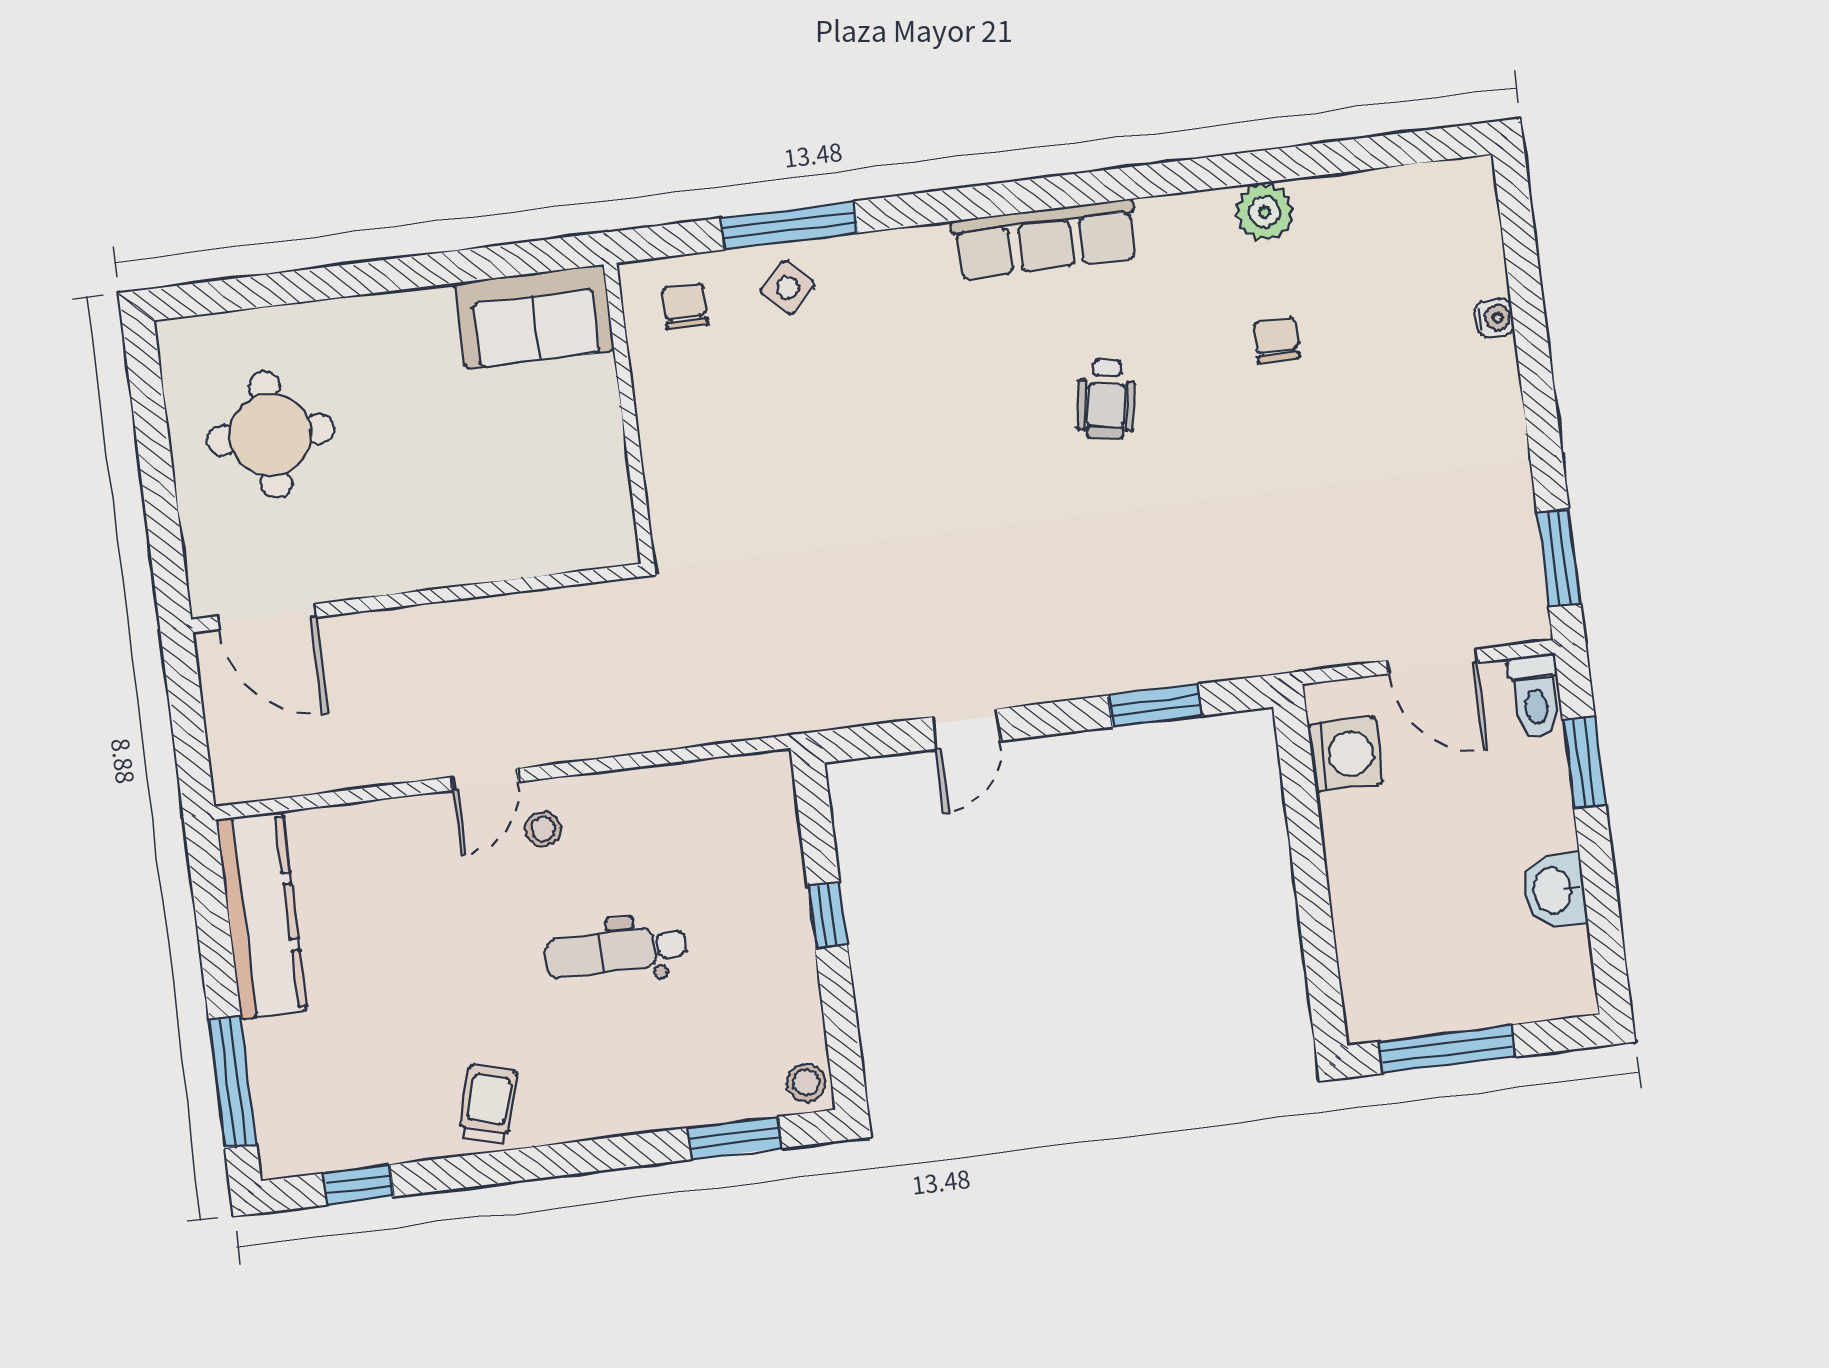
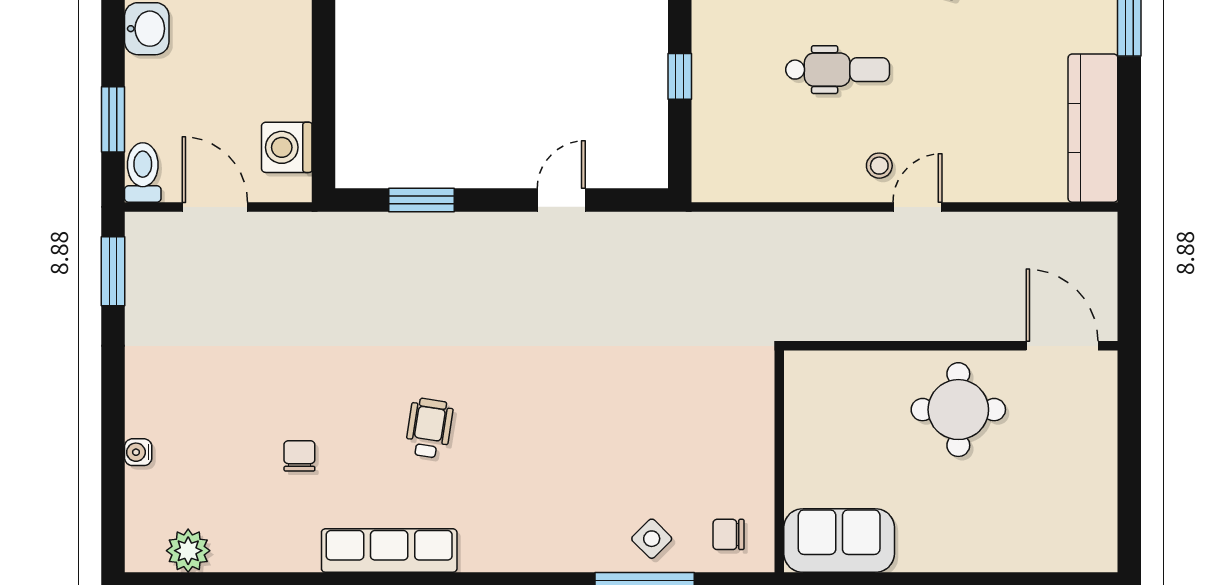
plant: (1264, 212) -> (188, 551), moved
row of seats: (1045, 239) -> (389, 551), moved
chair: (685, 306) -> (729, 534), turned 90
chair: (1276, 340) -> (299, 456), turned 180
round table: (270, 435) -> (958, 410), moved

